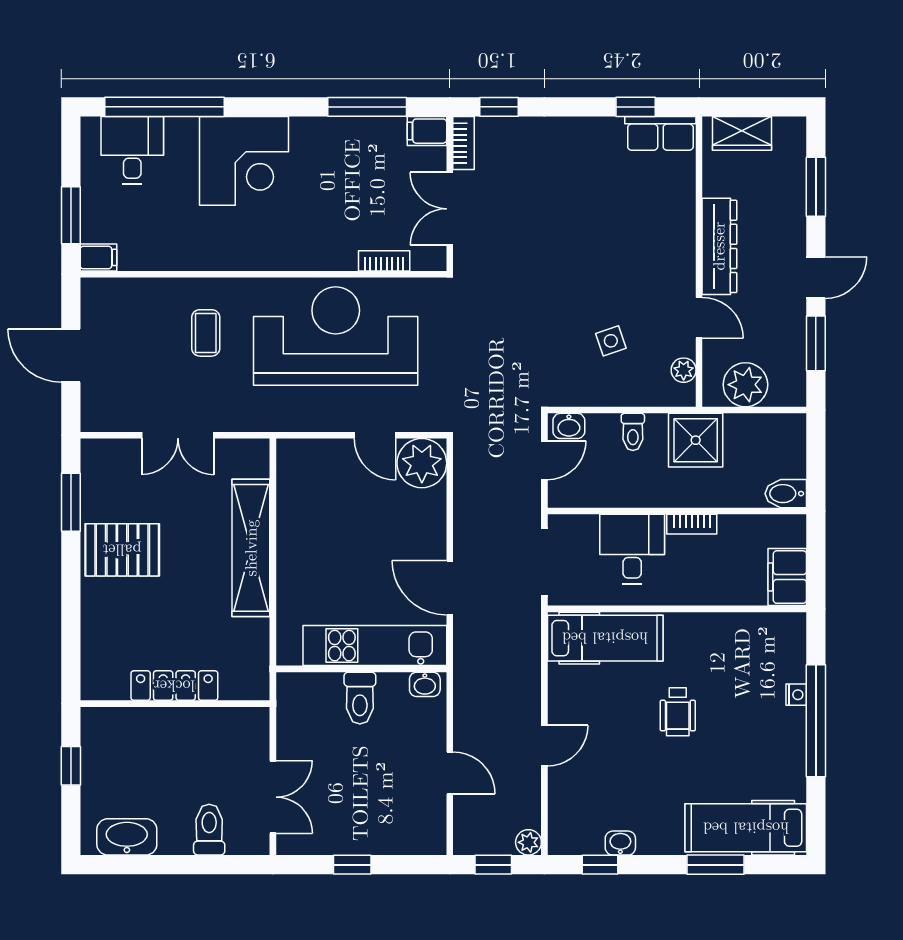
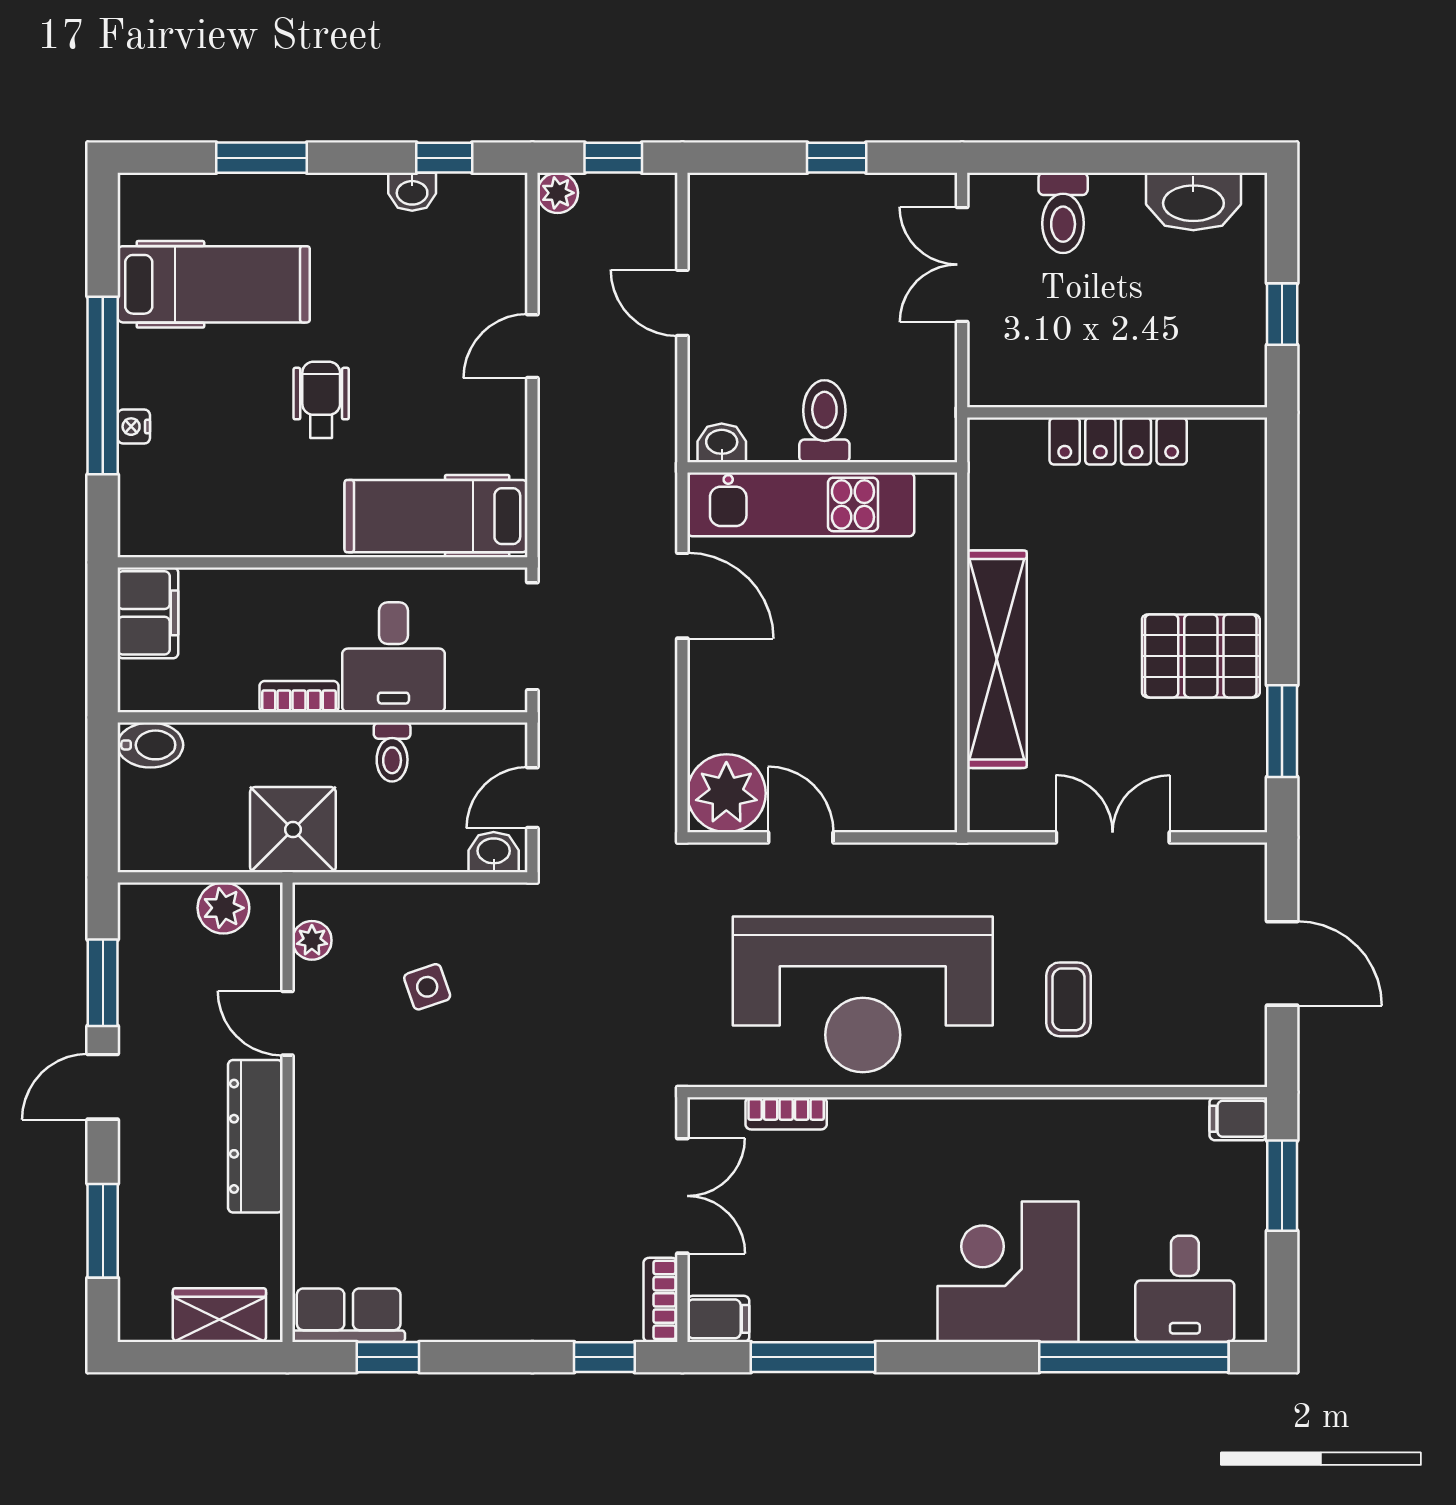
plant: (745, 385) -> (223, 908), width x0.73, depth x0.73
toilet: (633, 432) -> (392, 752), moved, turned 180
hospital bed: (746, 828) -> (214, 284), moved

